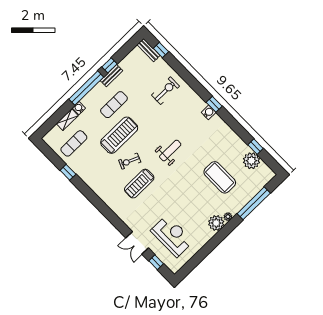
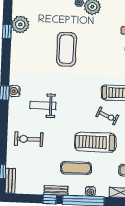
water cooler: (79, 108) -> (90, 191), moved
weight bench: (170, 150) -> (43, 106), moved
coffee table: (220, 177) -> (67, 49), moved

